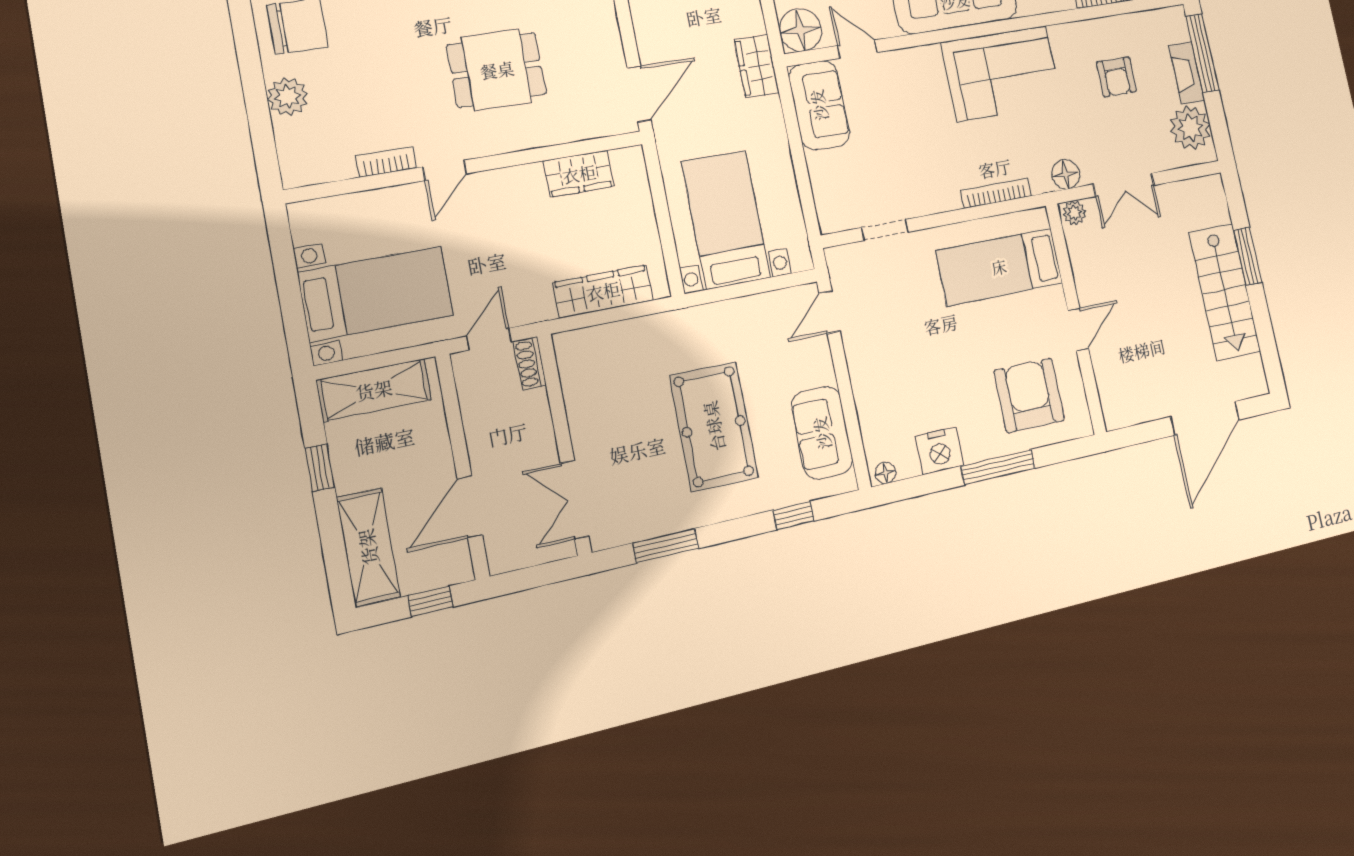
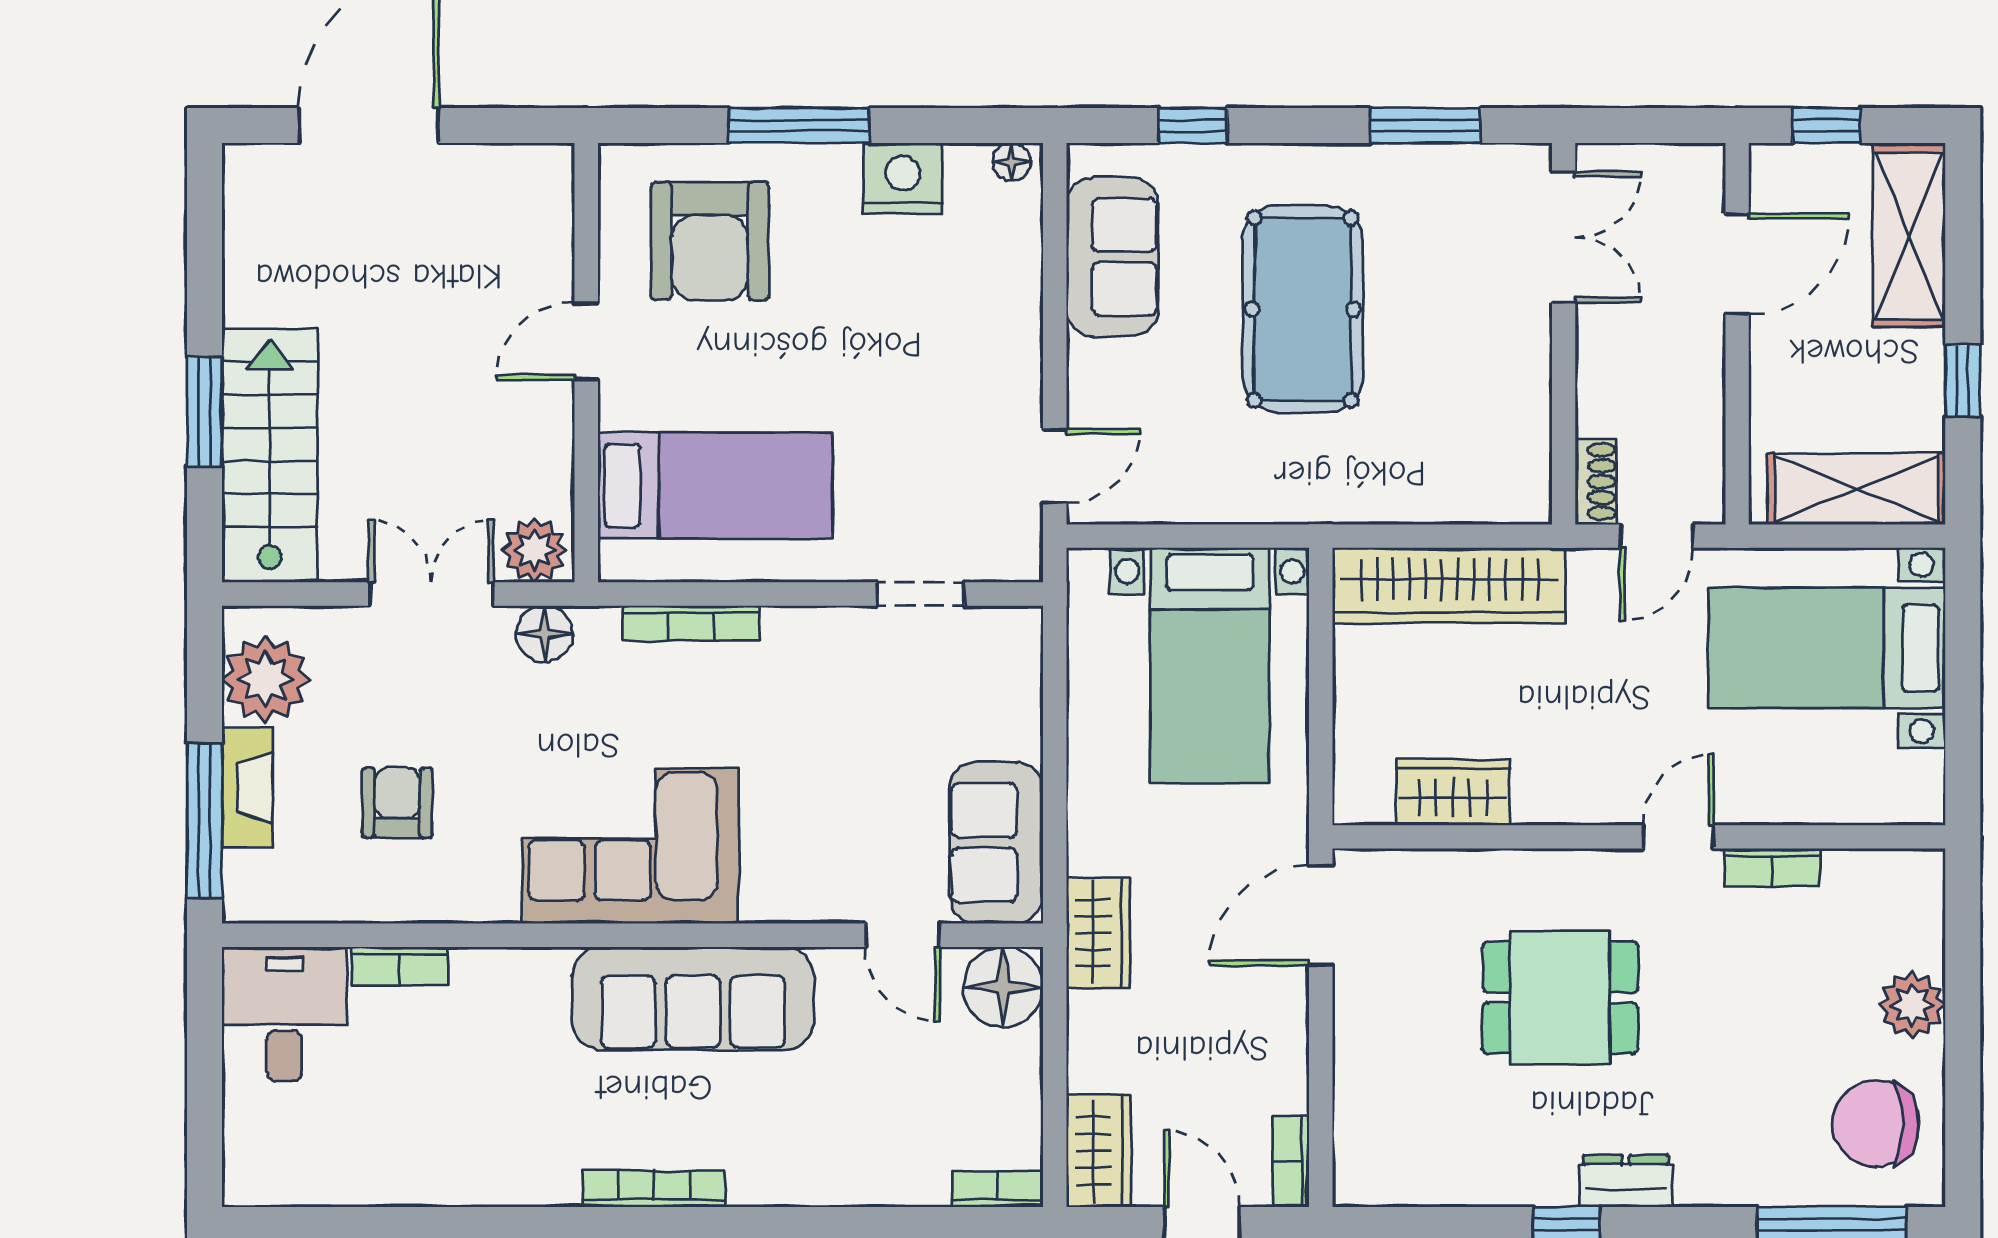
plant: (1074, 213) -> (535, 550), width x1.38, depth x1.38
wardrobe: (603, 291) -> (1450, 585), width x1.40, depth x1.17
stairs: (1225, 292) -> (270, 456), moved

